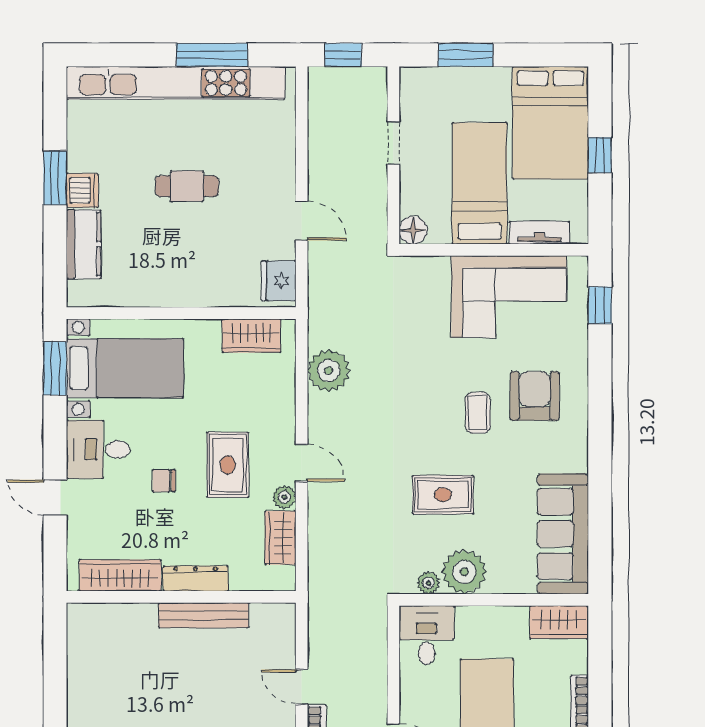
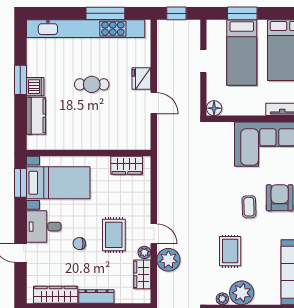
bed: (480, 183) -> (242, 52), moved, turned 180
fridge: (279, 281) -> (141, 79), moved
plant: (329, 371) -> (168, 260), moved
rug: (443, 495) -> (230, 251), turned 90

